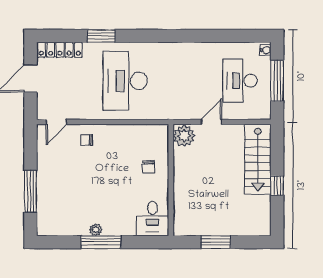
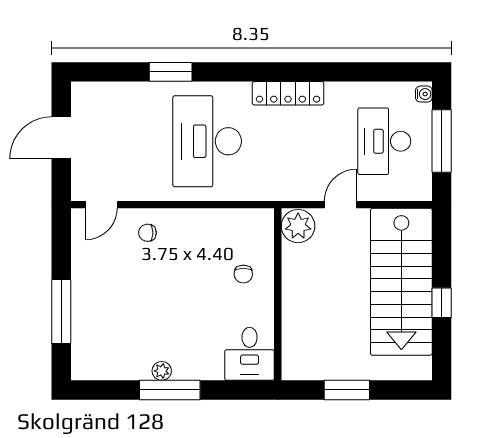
locker: (60, 50) -> (288, 93), moved
stairs: (258, 159) -> (401, 282), width x1.36, depth x1.51

